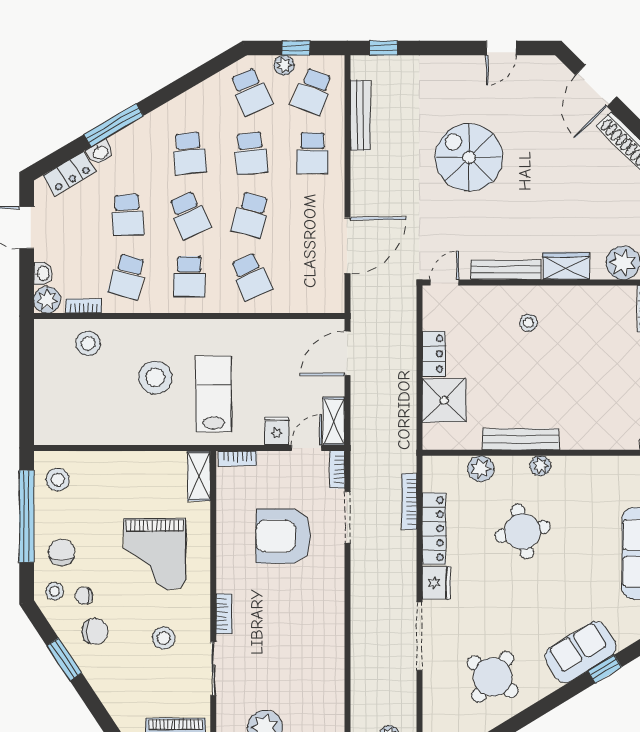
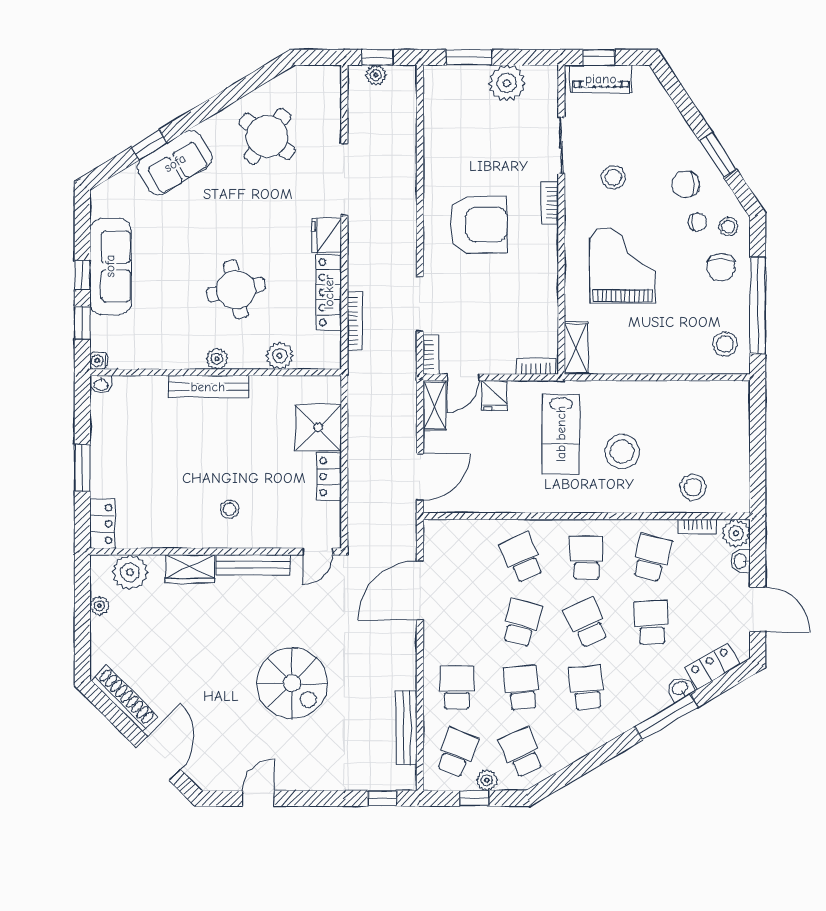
bench: (521, 439) -> (208, 387), moved
armchair: (283, 536) -> (478, 224), moved

